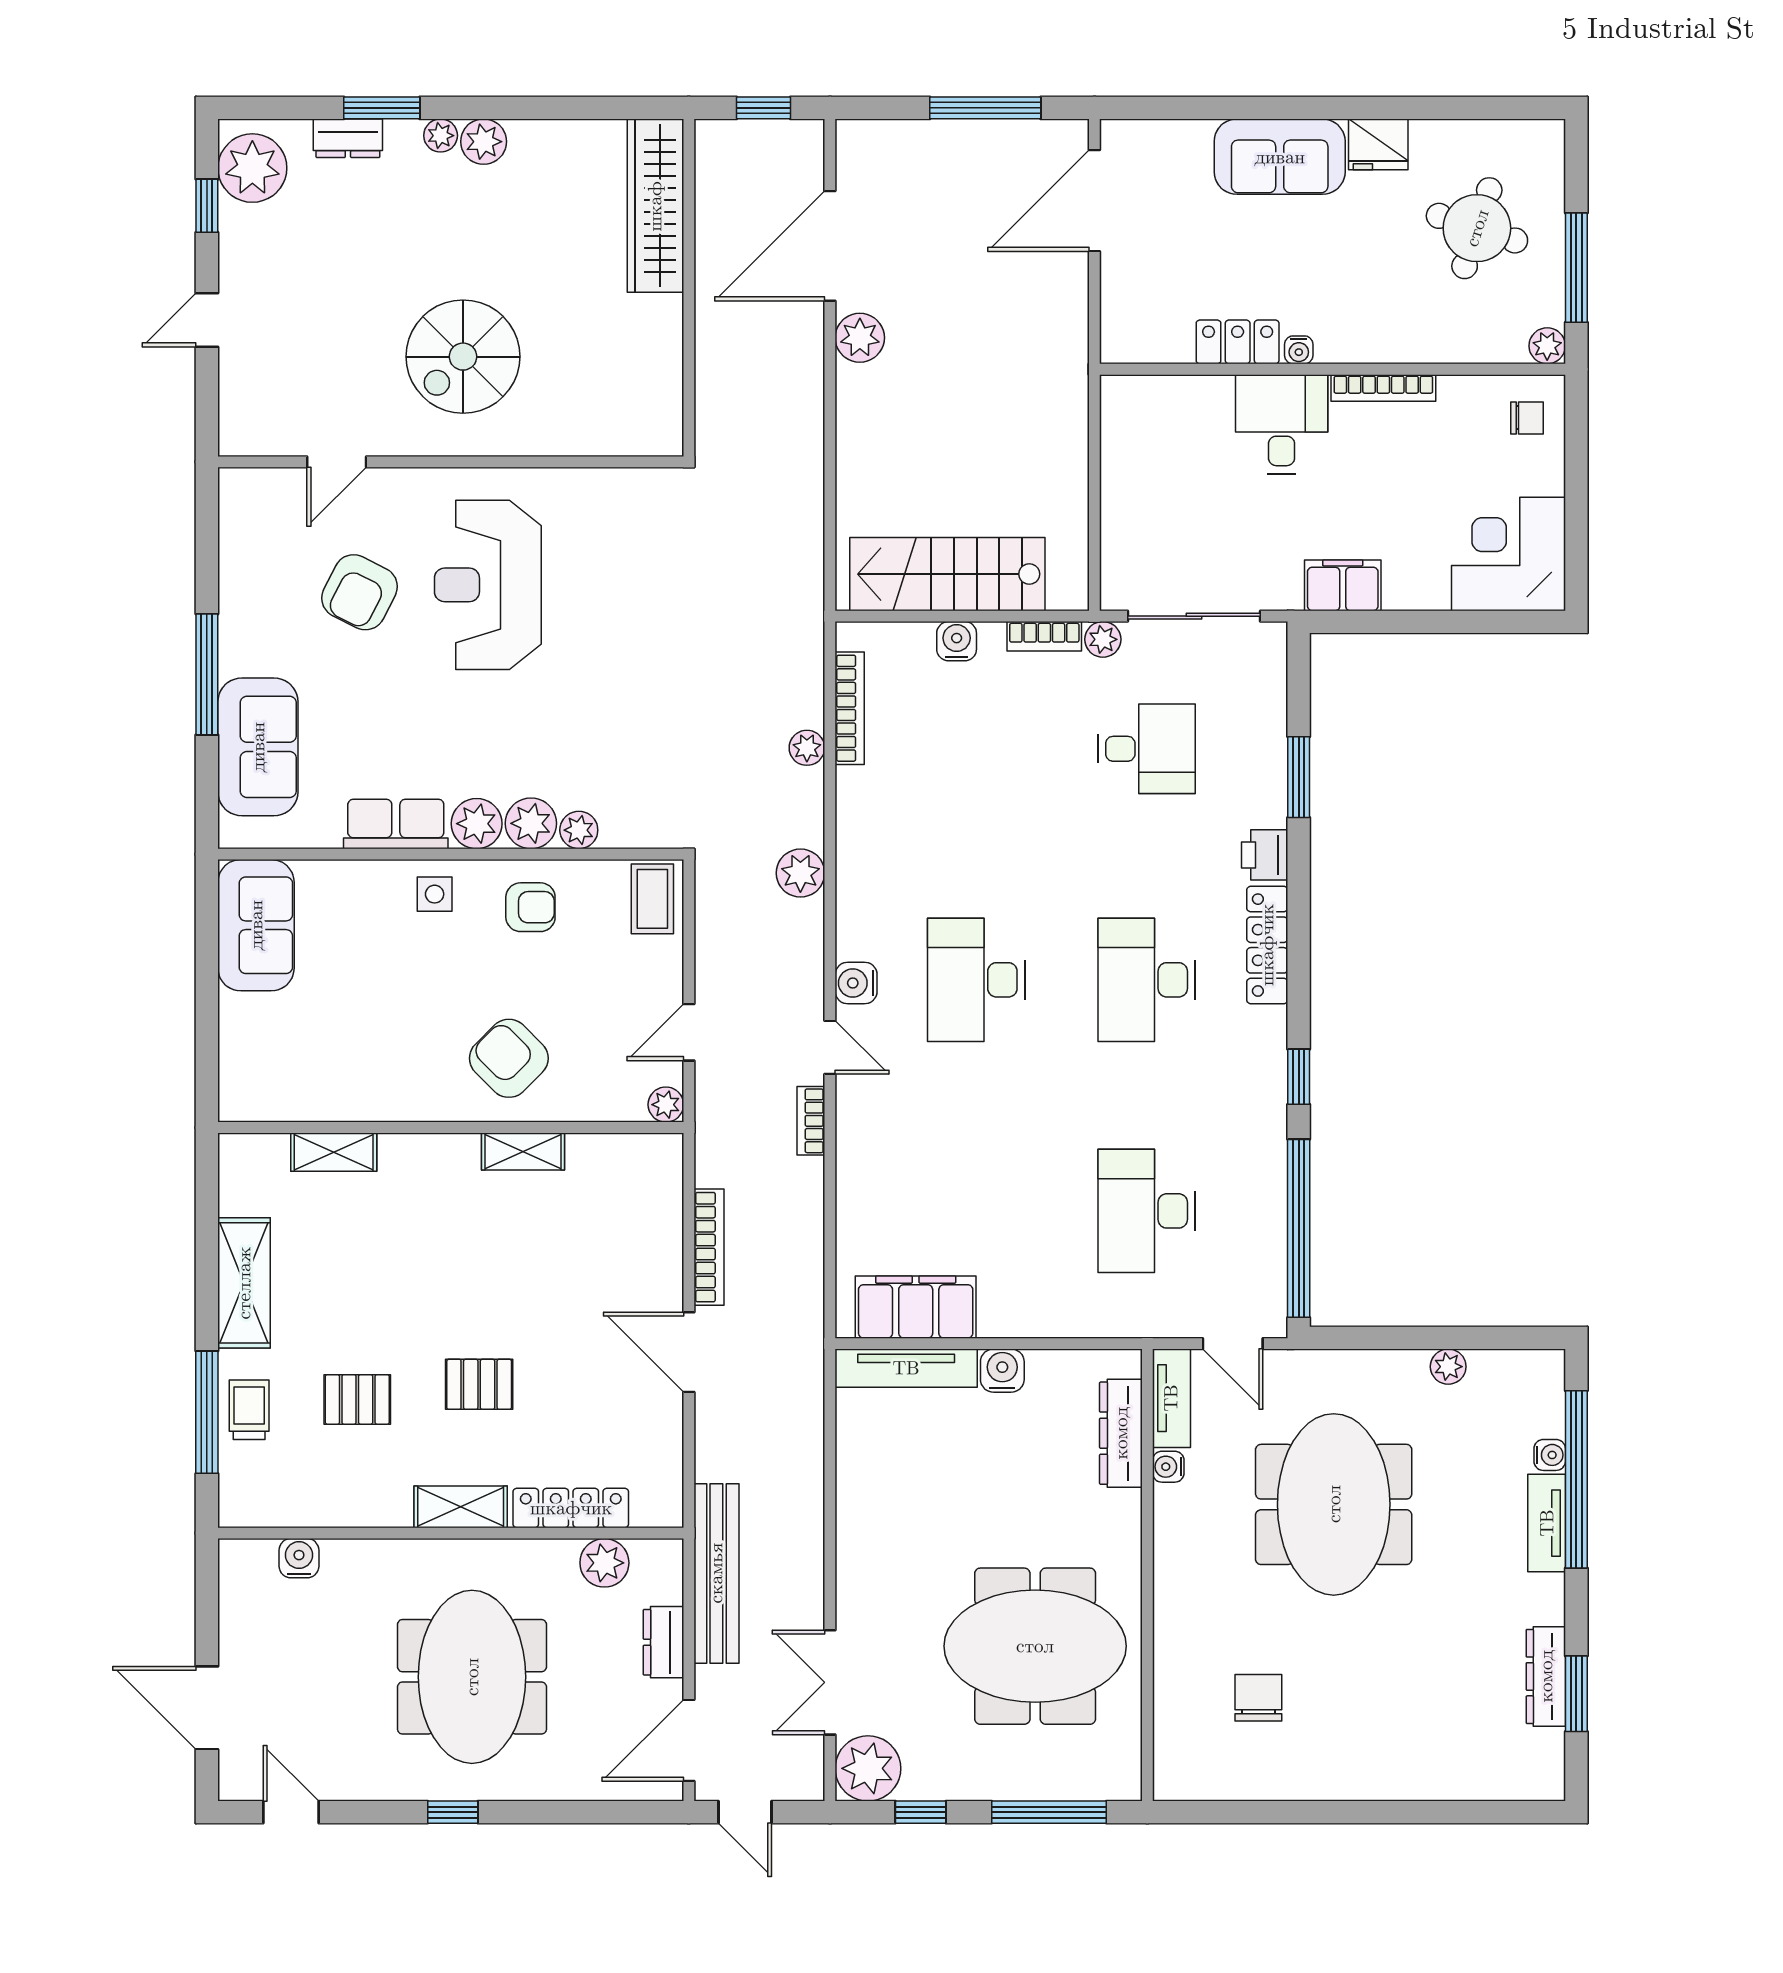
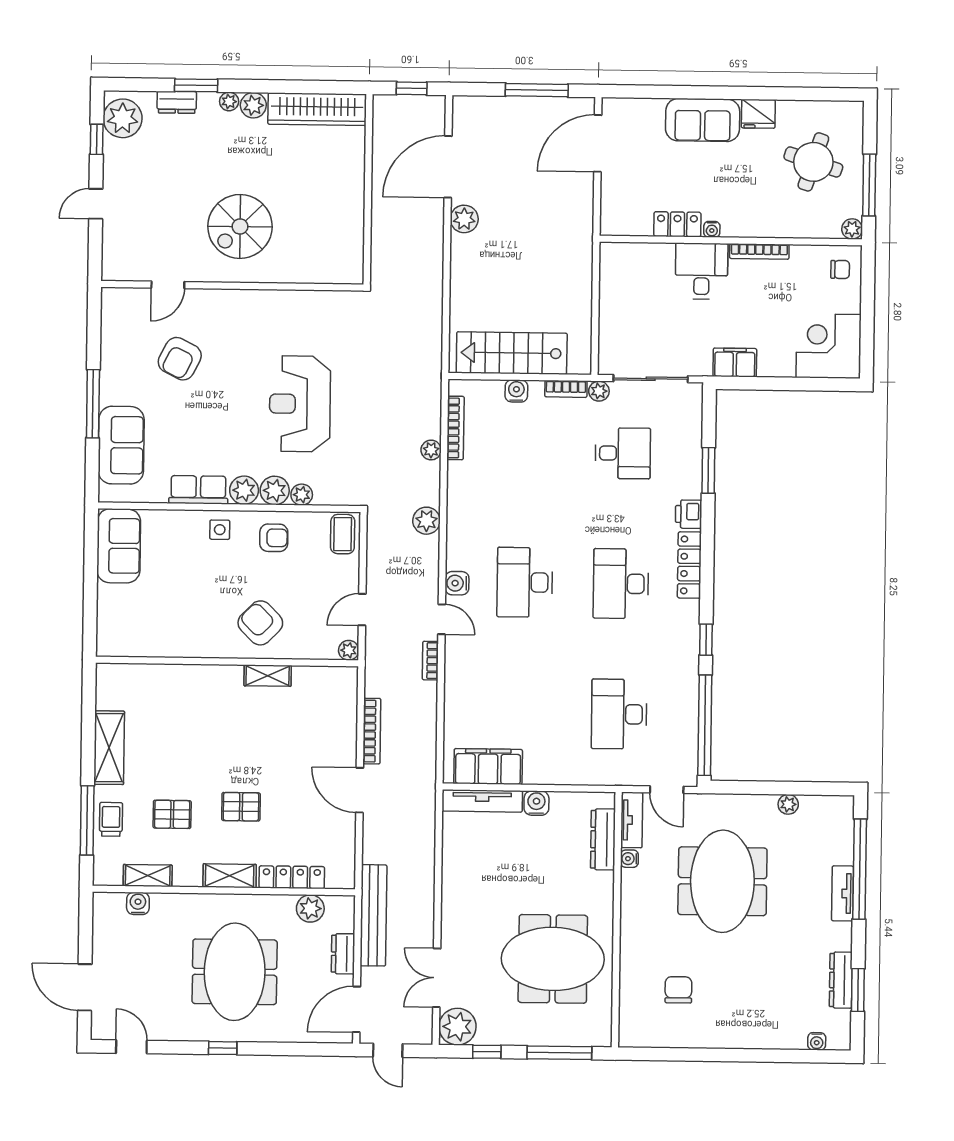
wardrobe: (655, 206) -> (317, 109), moved, turned -90
reception desk: (488, 585) -> (300, 404), moved
shelving: (334, 1152) -> (148, 876), moved
water cooler: (1550, 1455) -> (817, 1041), moved, turned 90

